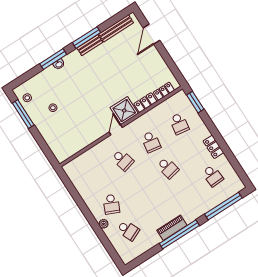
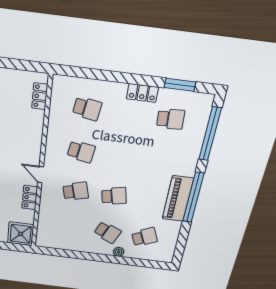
window: (195, 102) -> (180, 85), moved
locker: (145, 103) -> (30, 198), moved
shower: (124, 111) -> (21, 234), moved
school desk: (168, 168) -> (114, 196), moved
piano: (172, 228) -> (178, 199), width x1.37, depth x1.33

